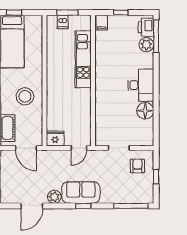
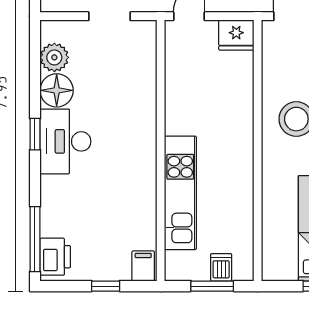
plant: (146, 45) -> (54, 57), moved
window: (156, 89) -> (35, 134), added

